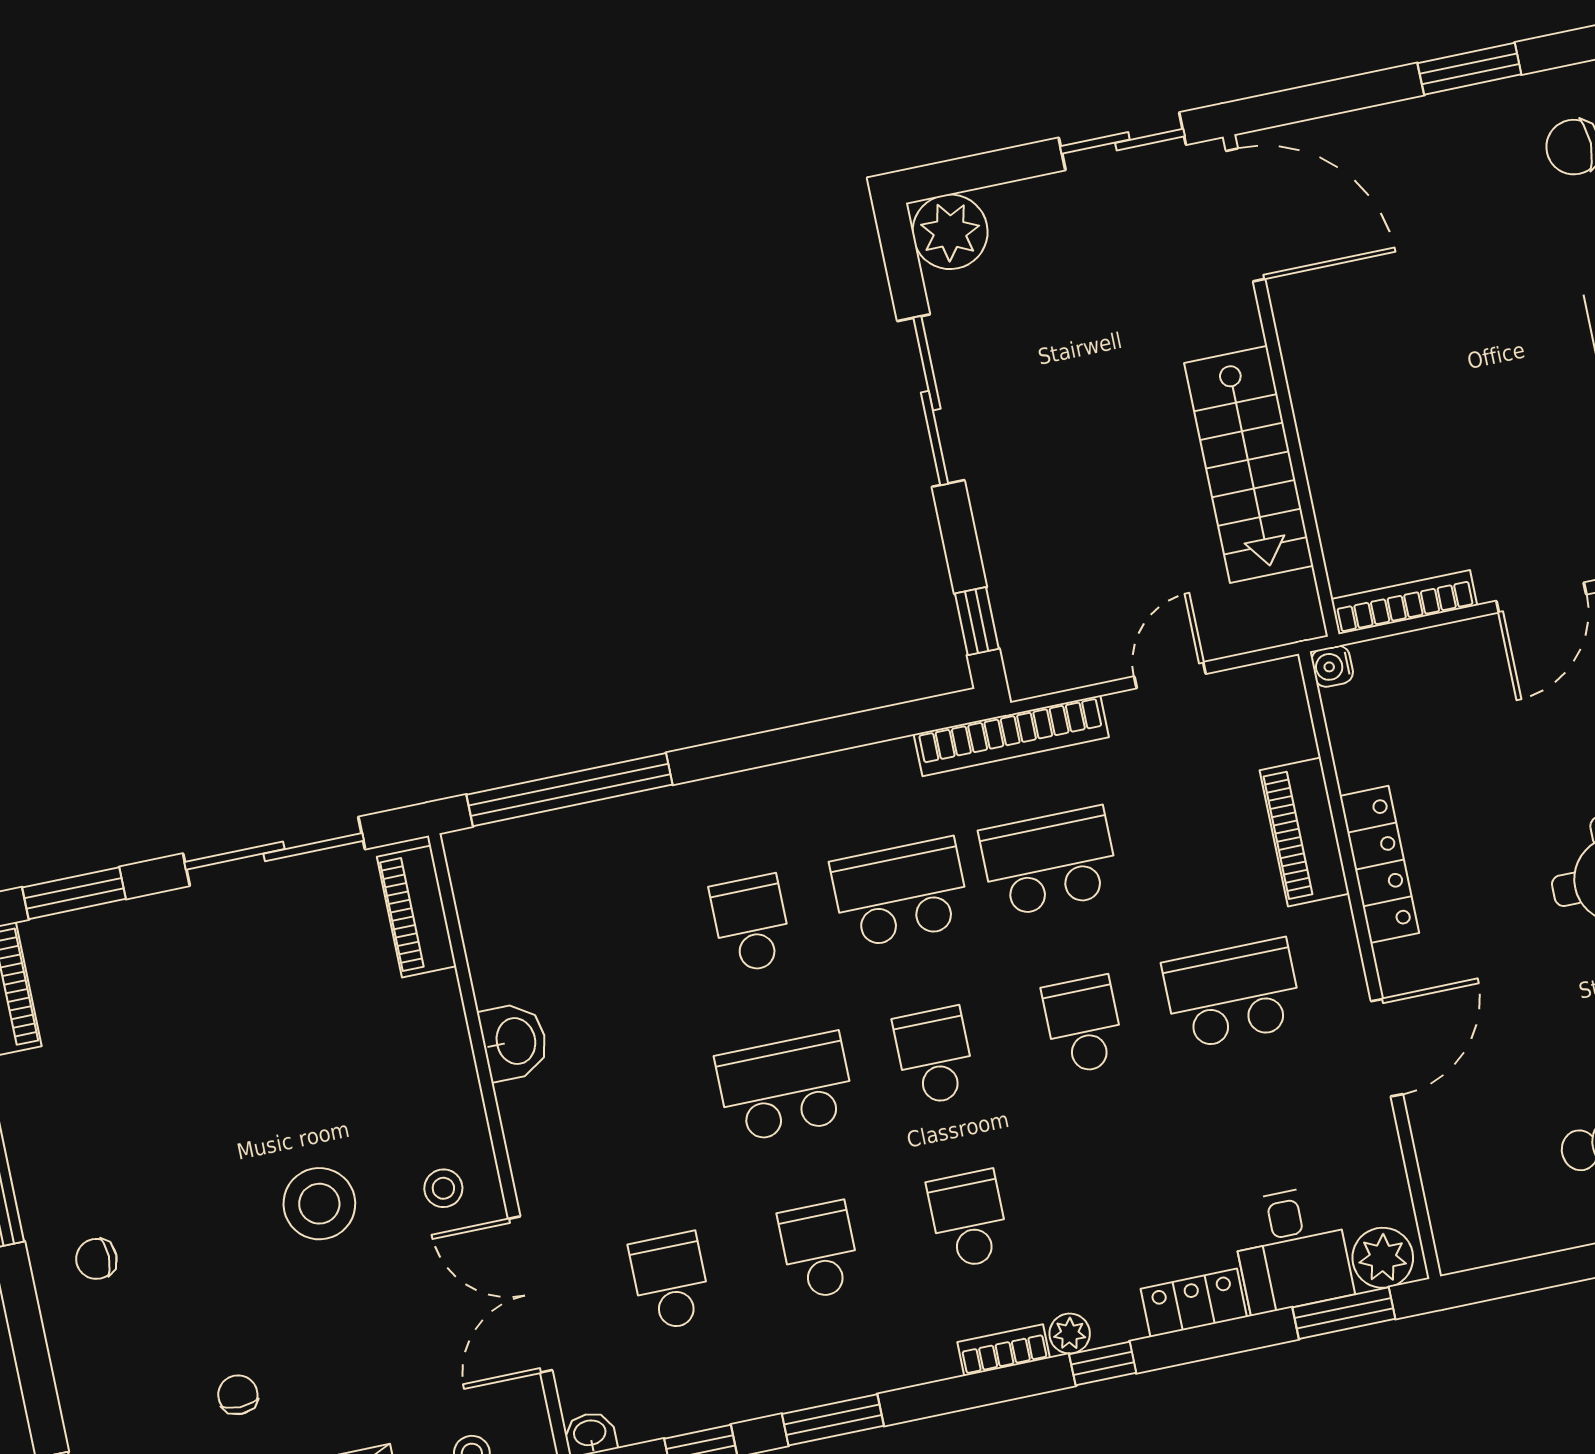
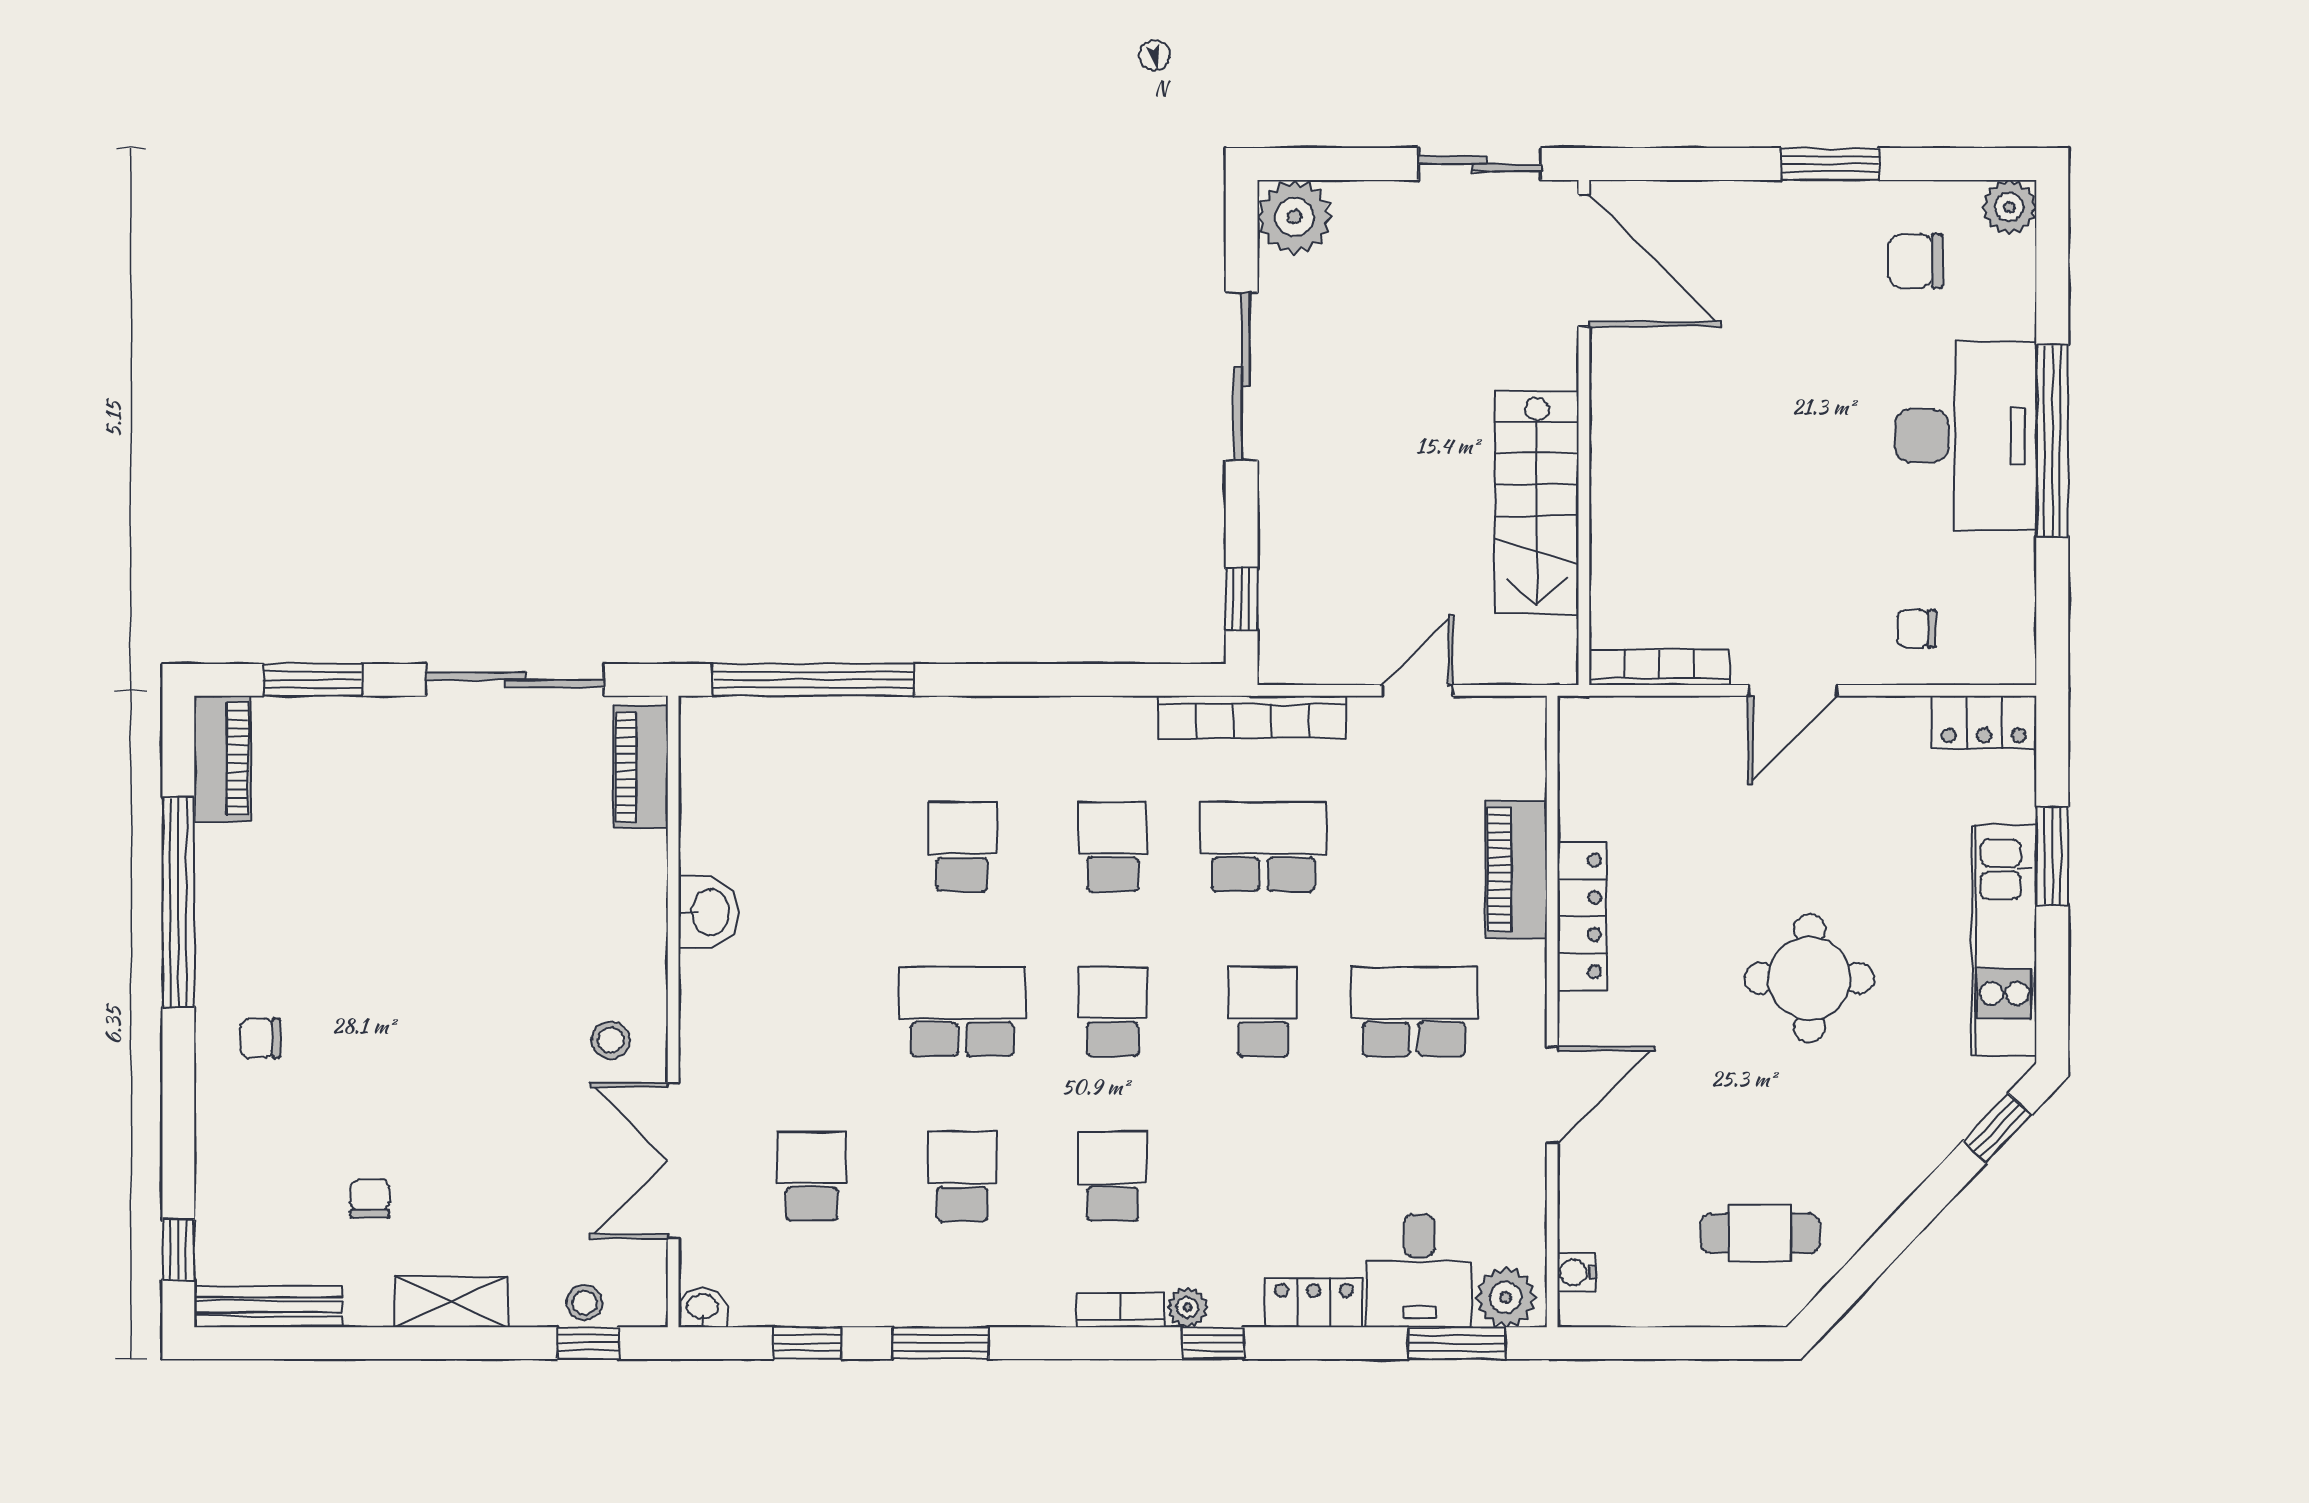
water cooler: (1332, 666) -> (1576, 1272), moved
school desk: (900, 893) -> (1113, 847), width x0.54
stool: (319, 1204) -> (487, 1030), removed

